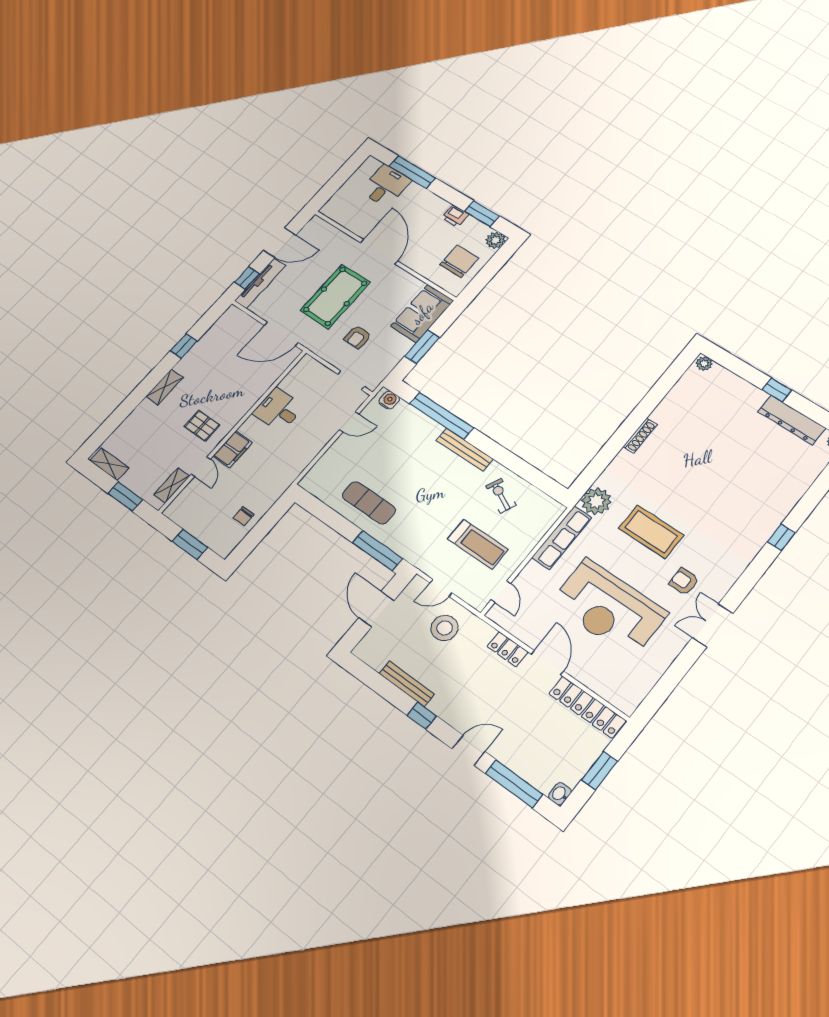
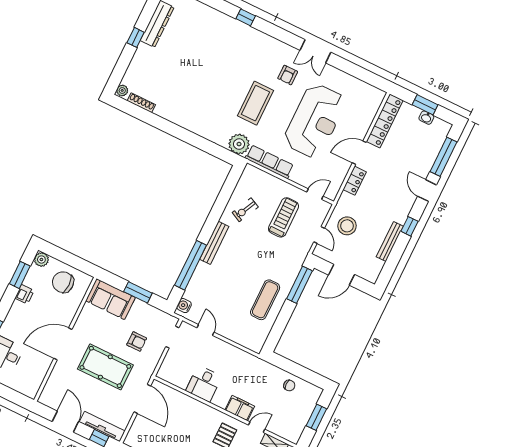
shoe rack: (640, 436) -> (141, 103), moved
washbasin: (560, 794) -> (426, 118), moved

